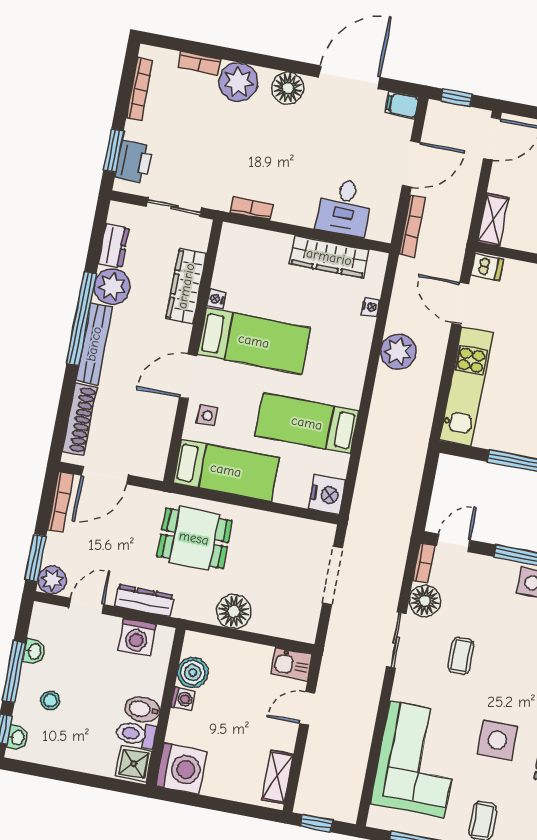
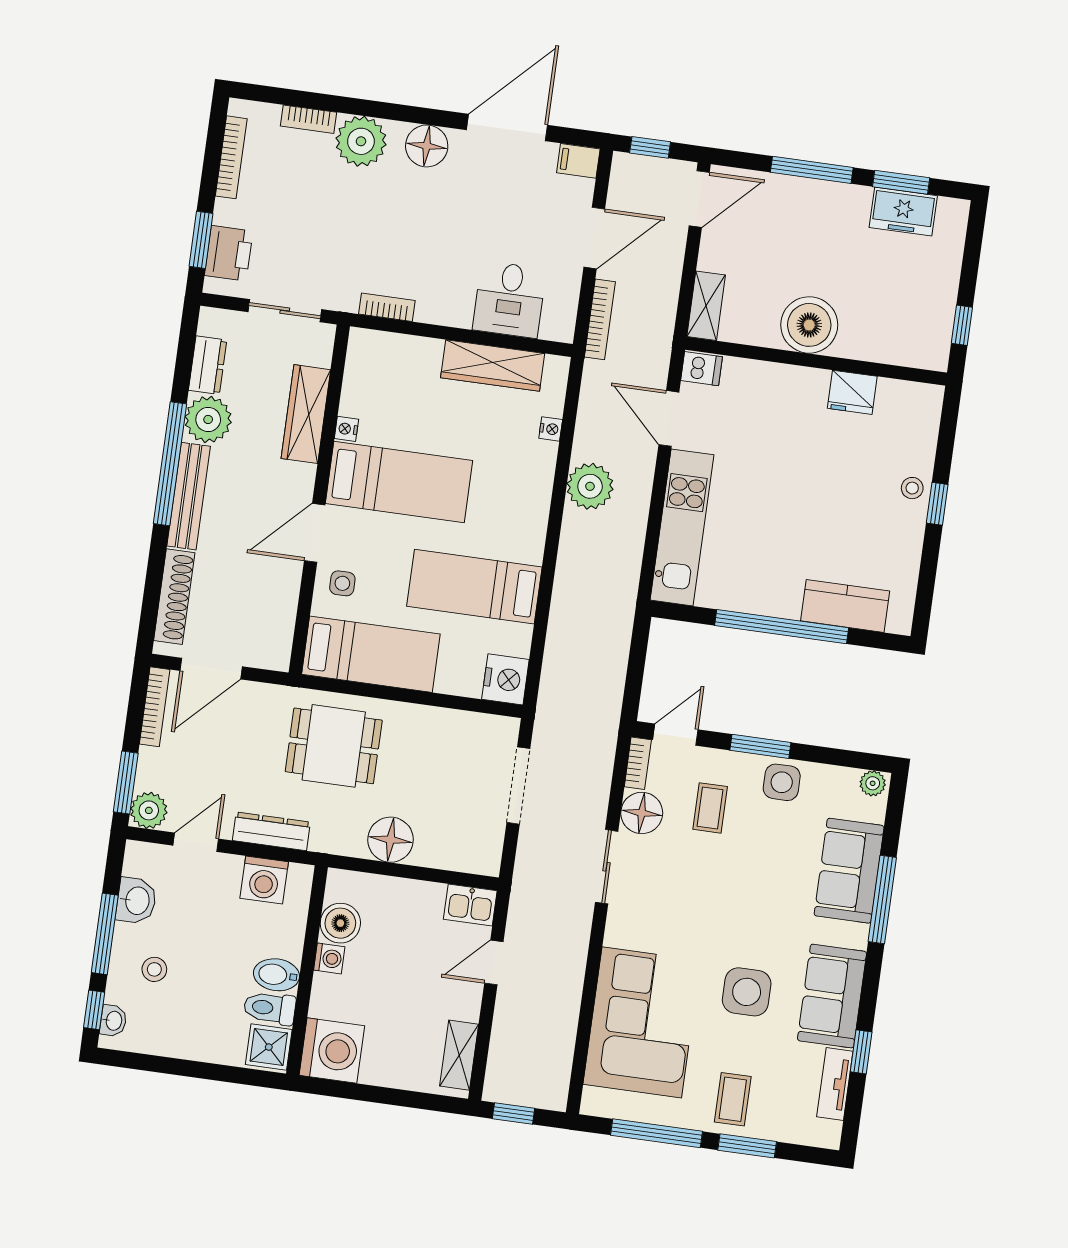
washbasin: (34, 651) -> (136, 901), width x1.38, depth x1.45
coffee table: (461, 656) -> (710, 808), moved

